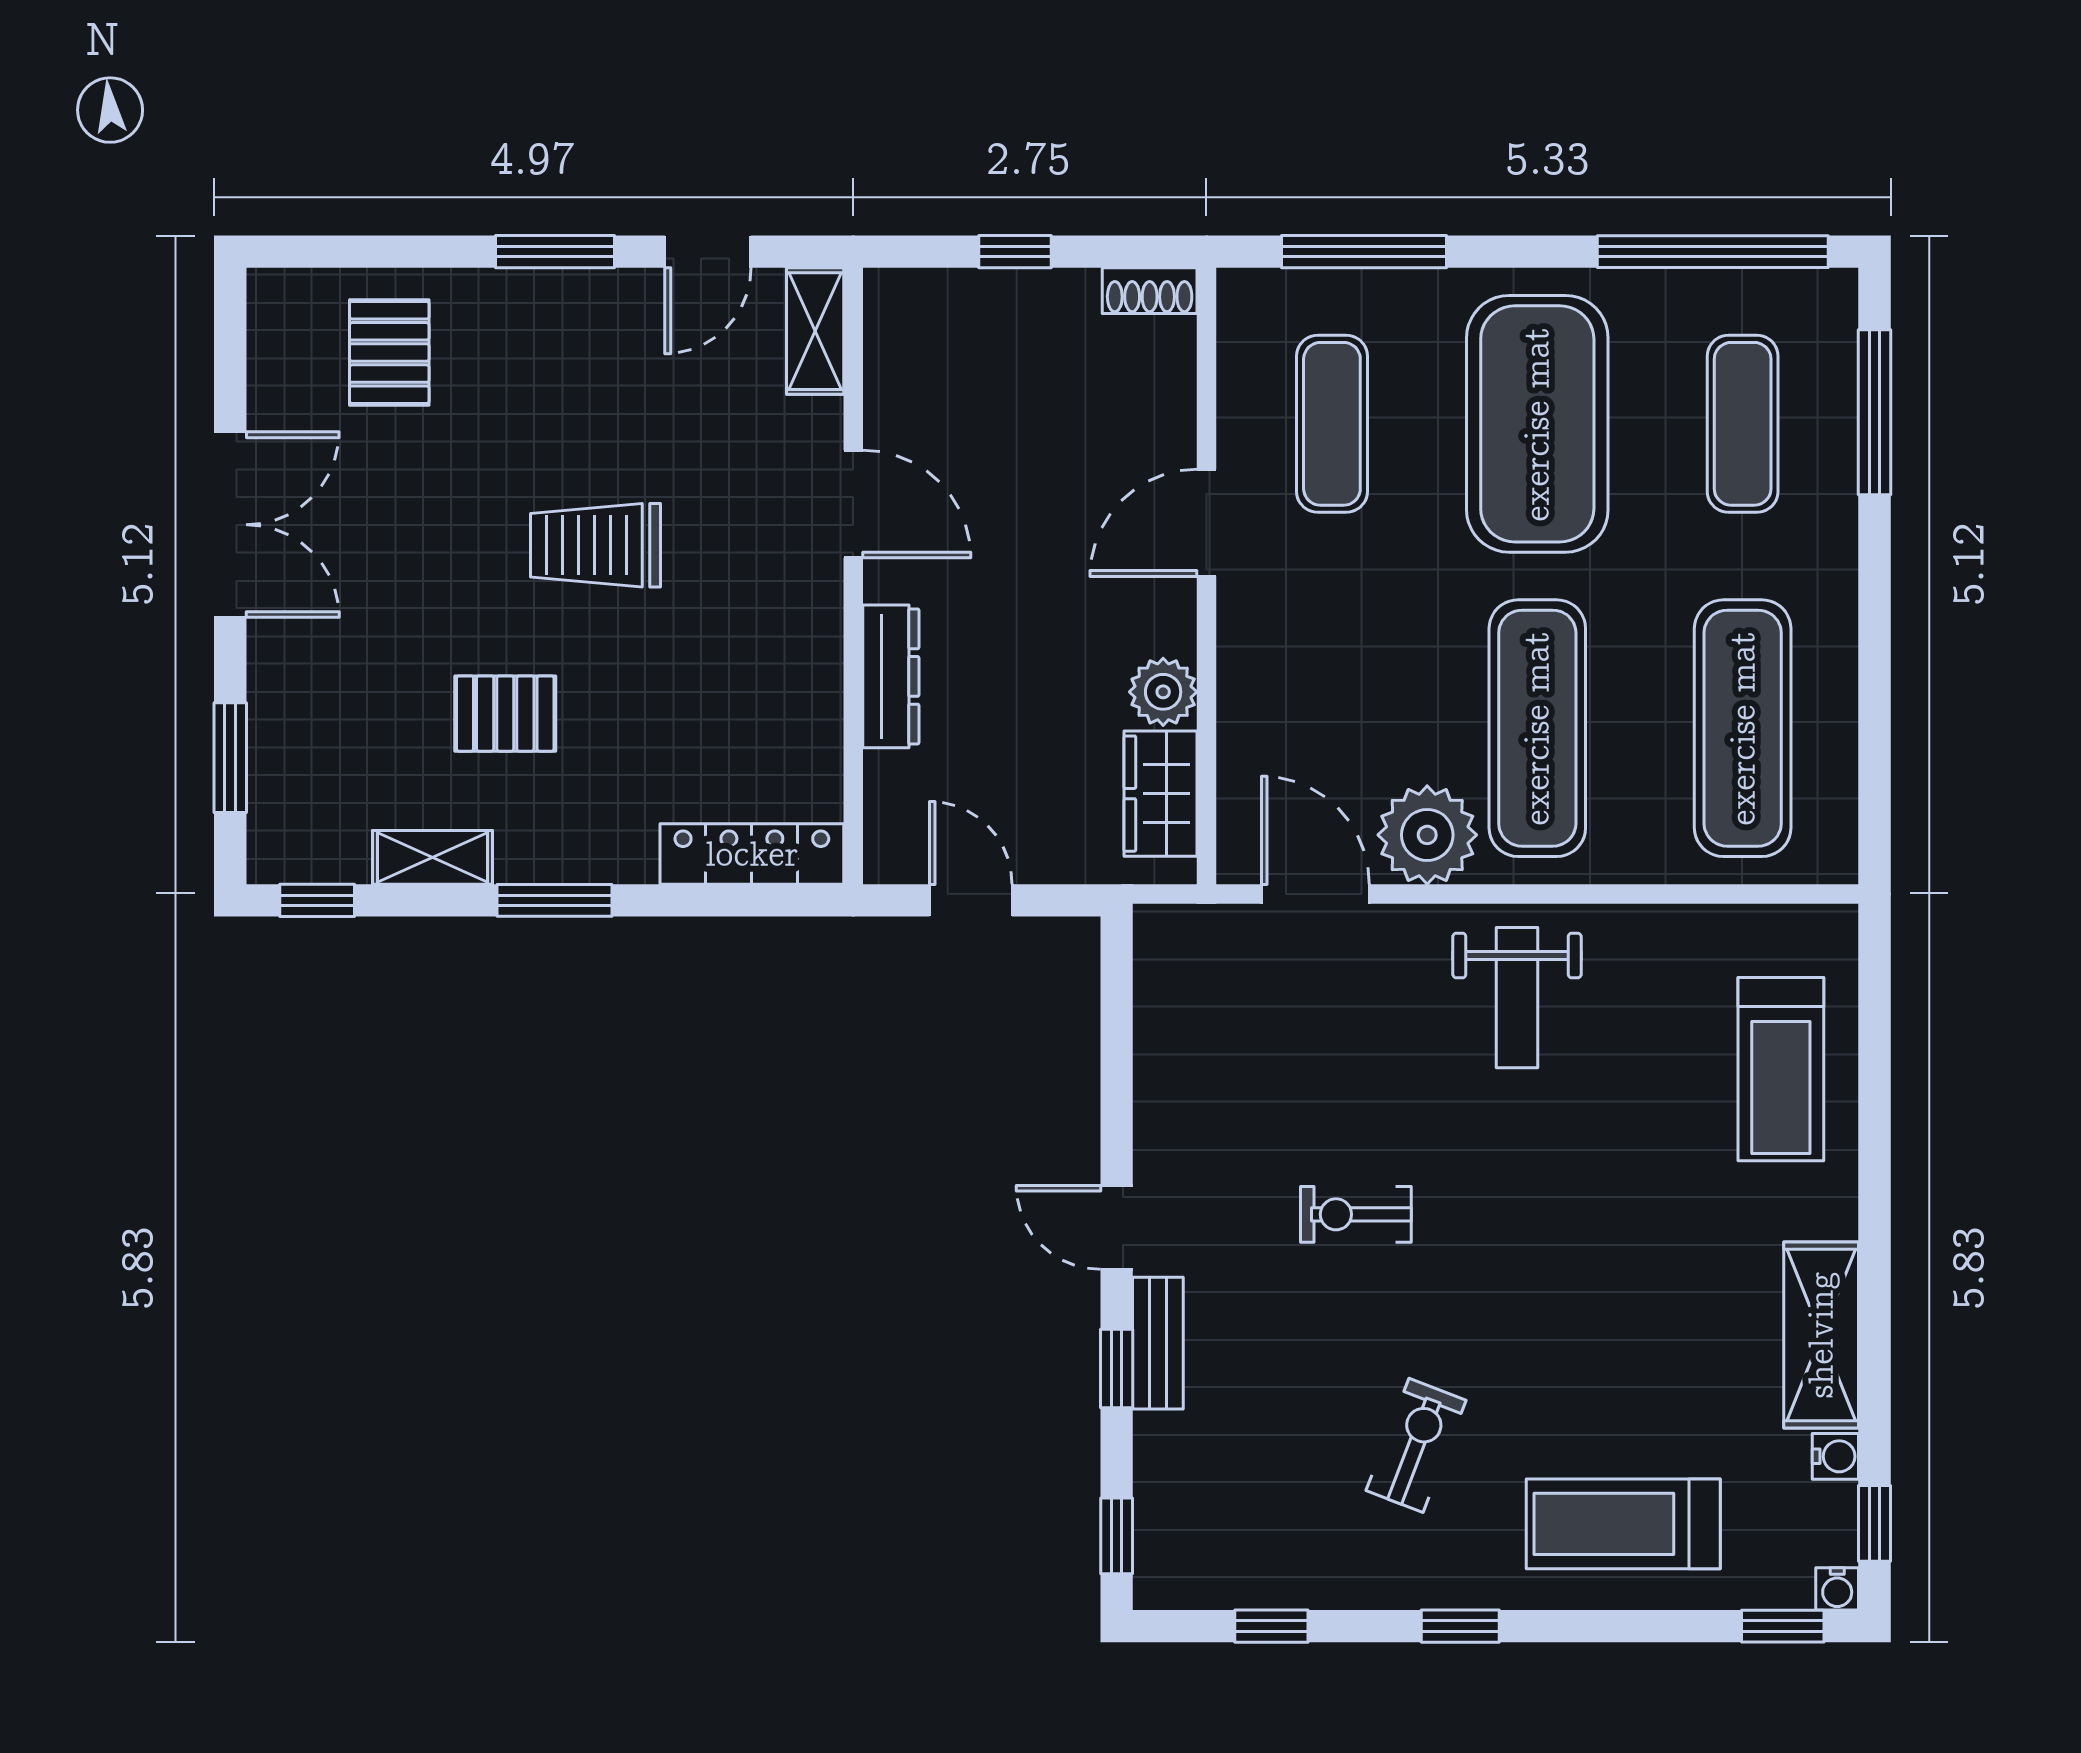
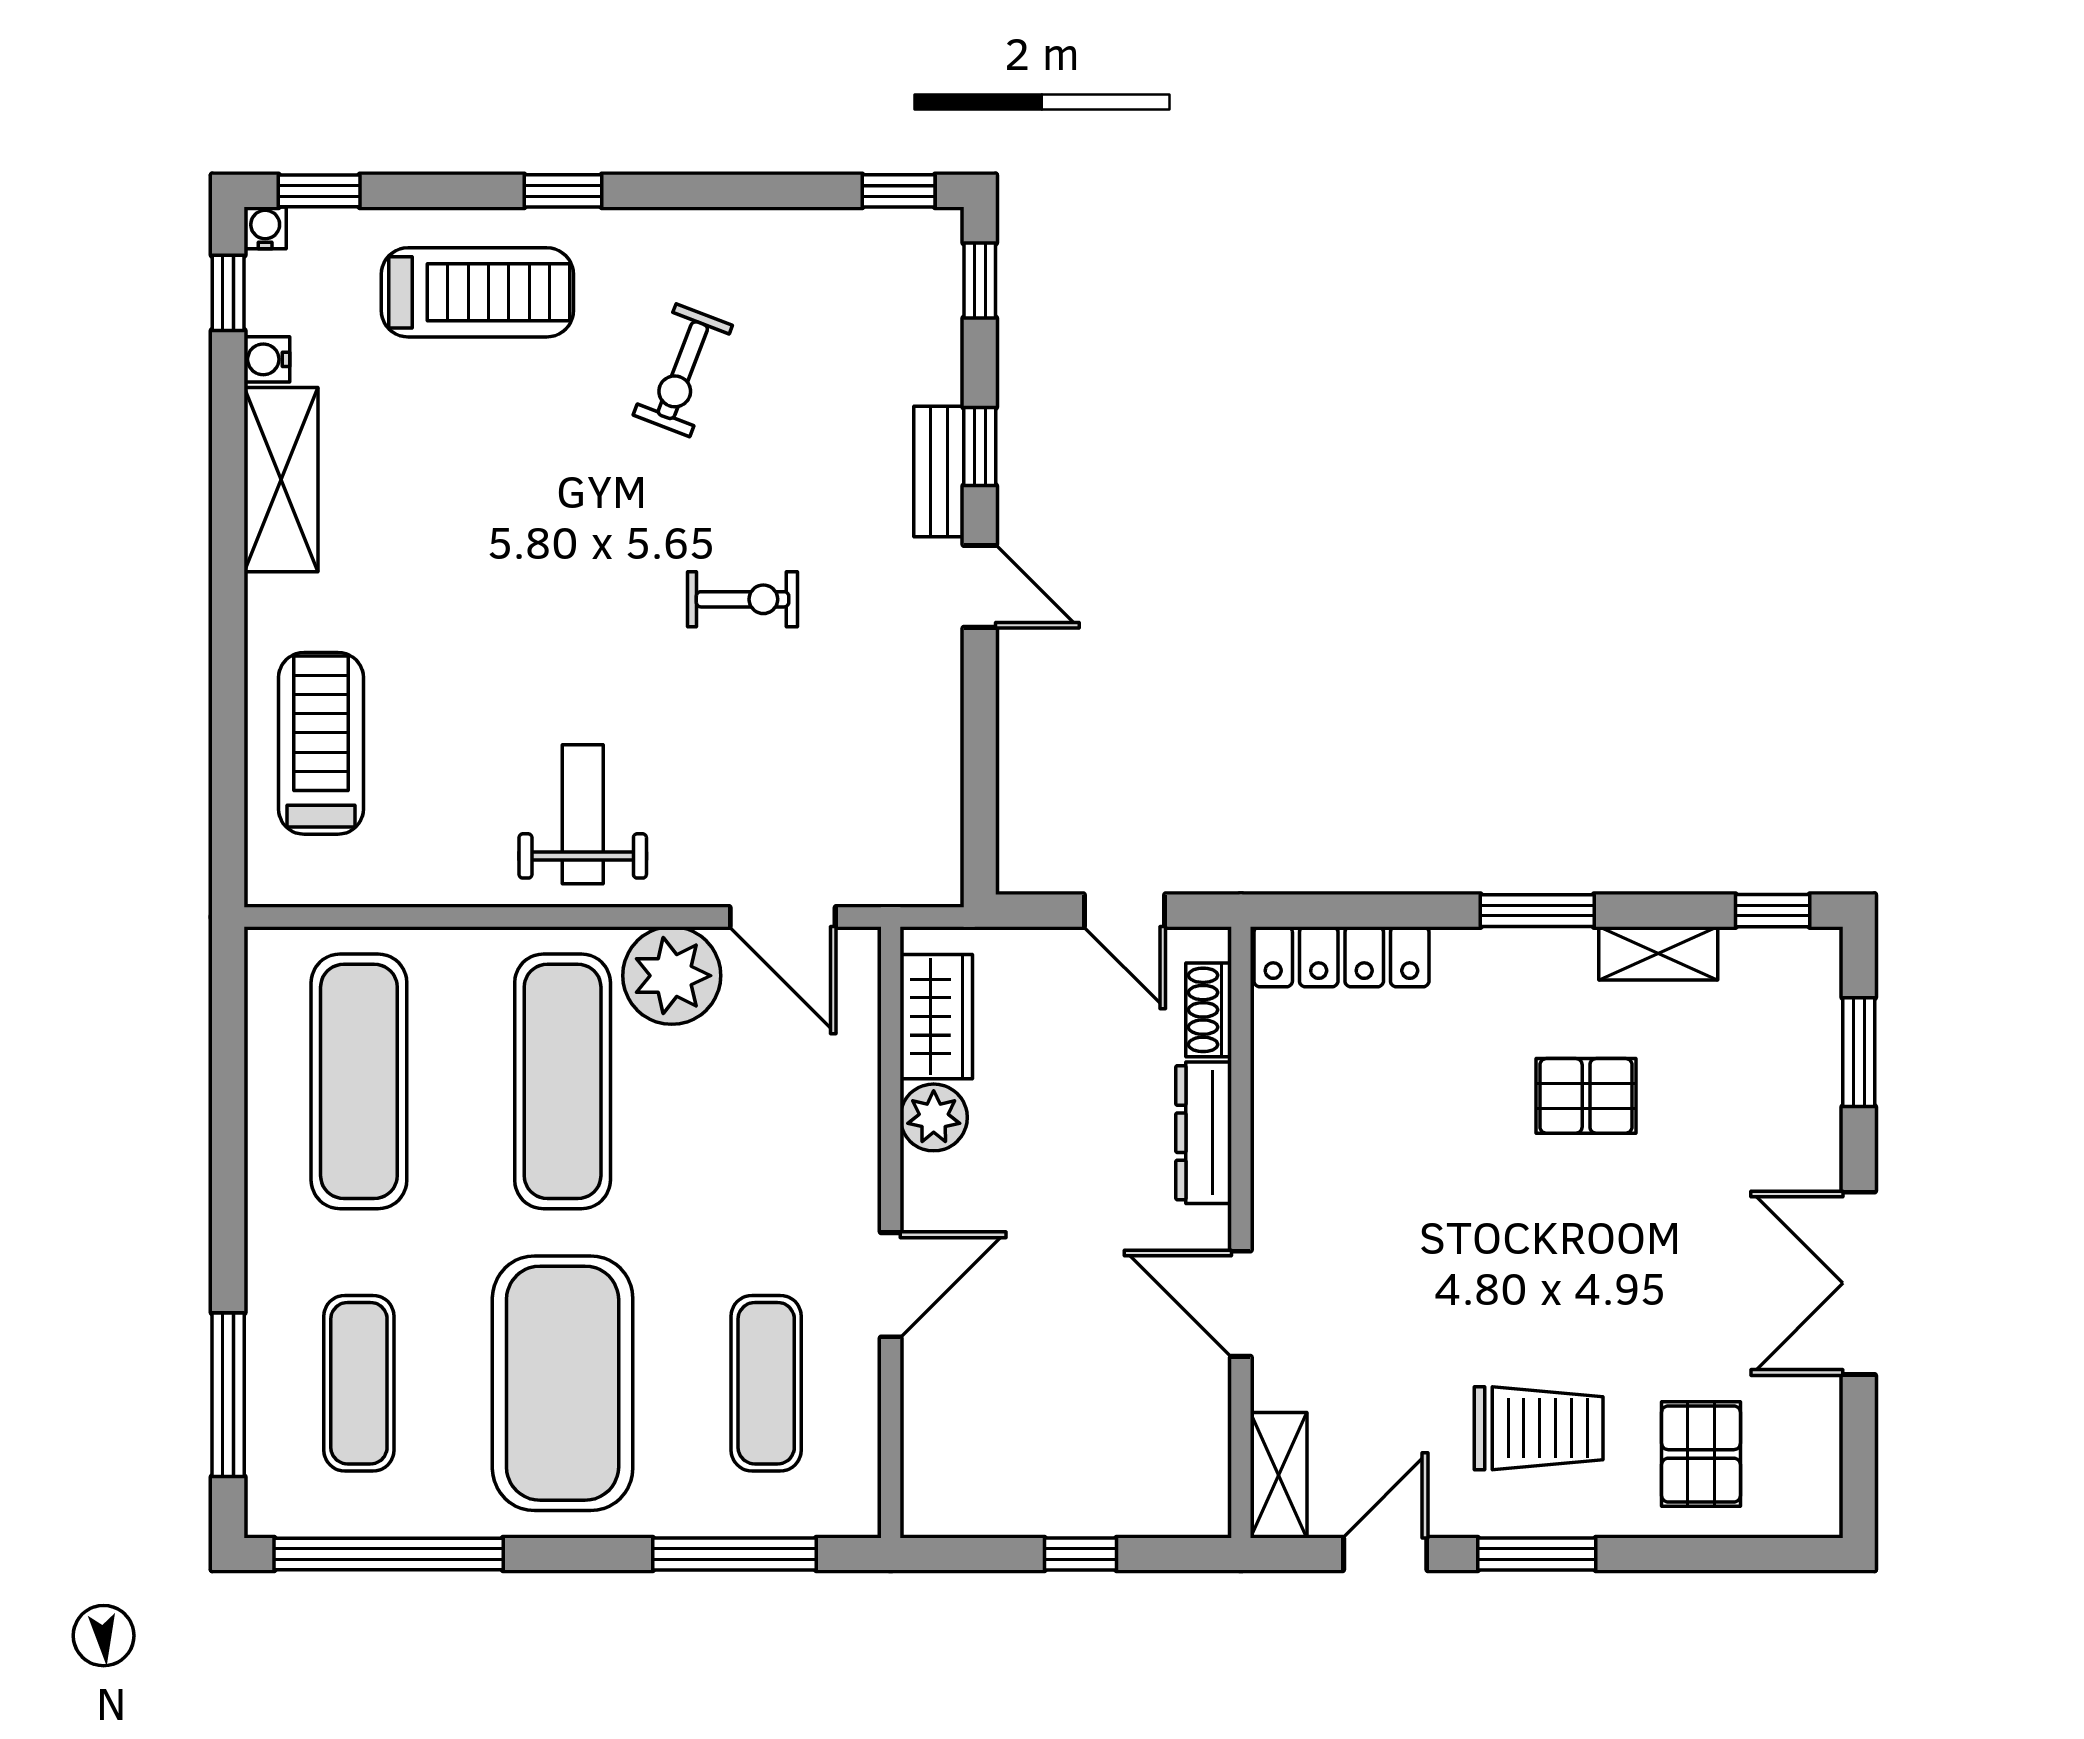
shoe rack: (1150, 291) -> (1209, 1010), moved, turned -90
trolley: (595, 545) -> (1539, 1428), moved
window: (1271, 1626) -> (899, 191), moved
window: (1460, 1626) -> (563, 191), moved

